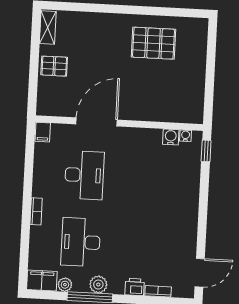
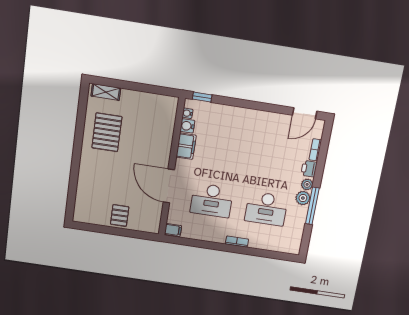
shelving: (48, 28) -> (106, 92), moved
desk: (84, 175) -> (212, 200), turned 180
door: (200, 273) -> (305, 113), swing flipped
filing cabinet: (42, 281) -> (186, 146), moved, turned 180
plant: (65, 285) -> (307, 184), moved

